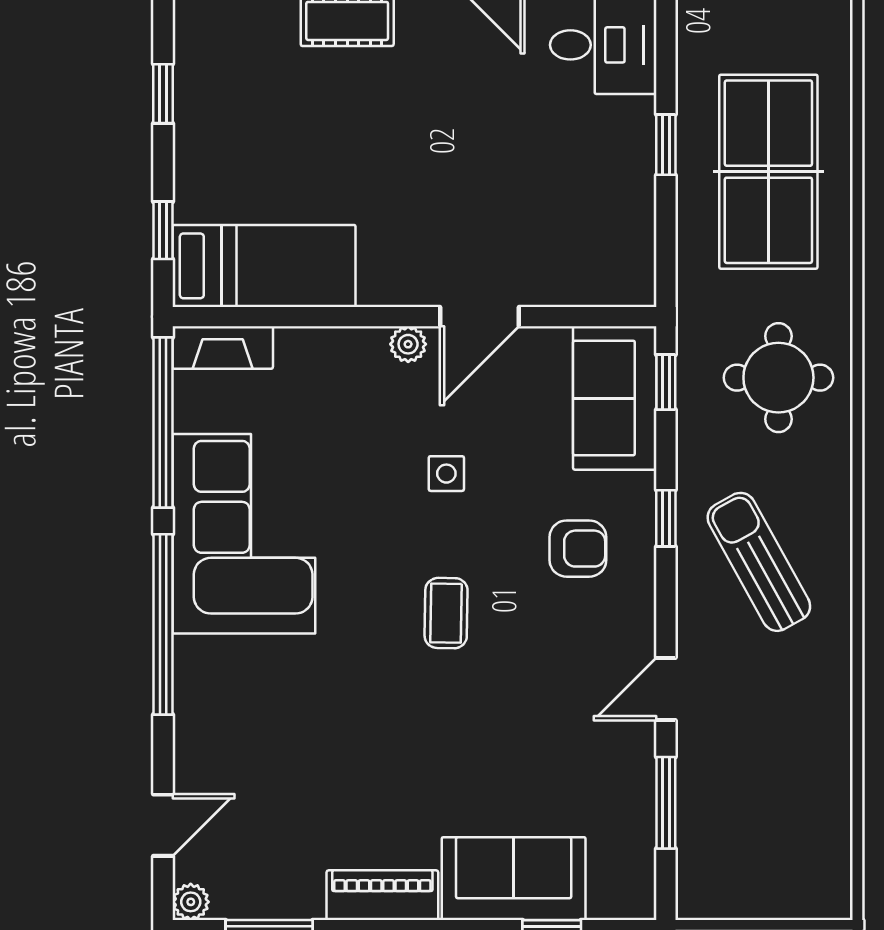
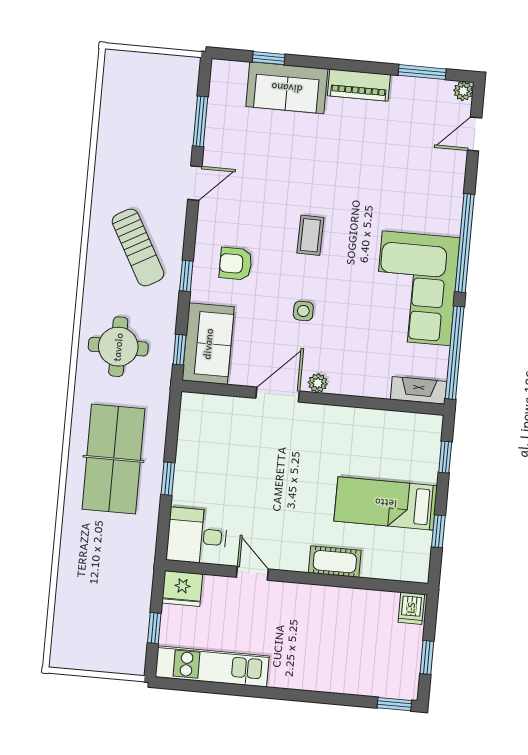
bed: (264, 266) -> (386, 503), moved

